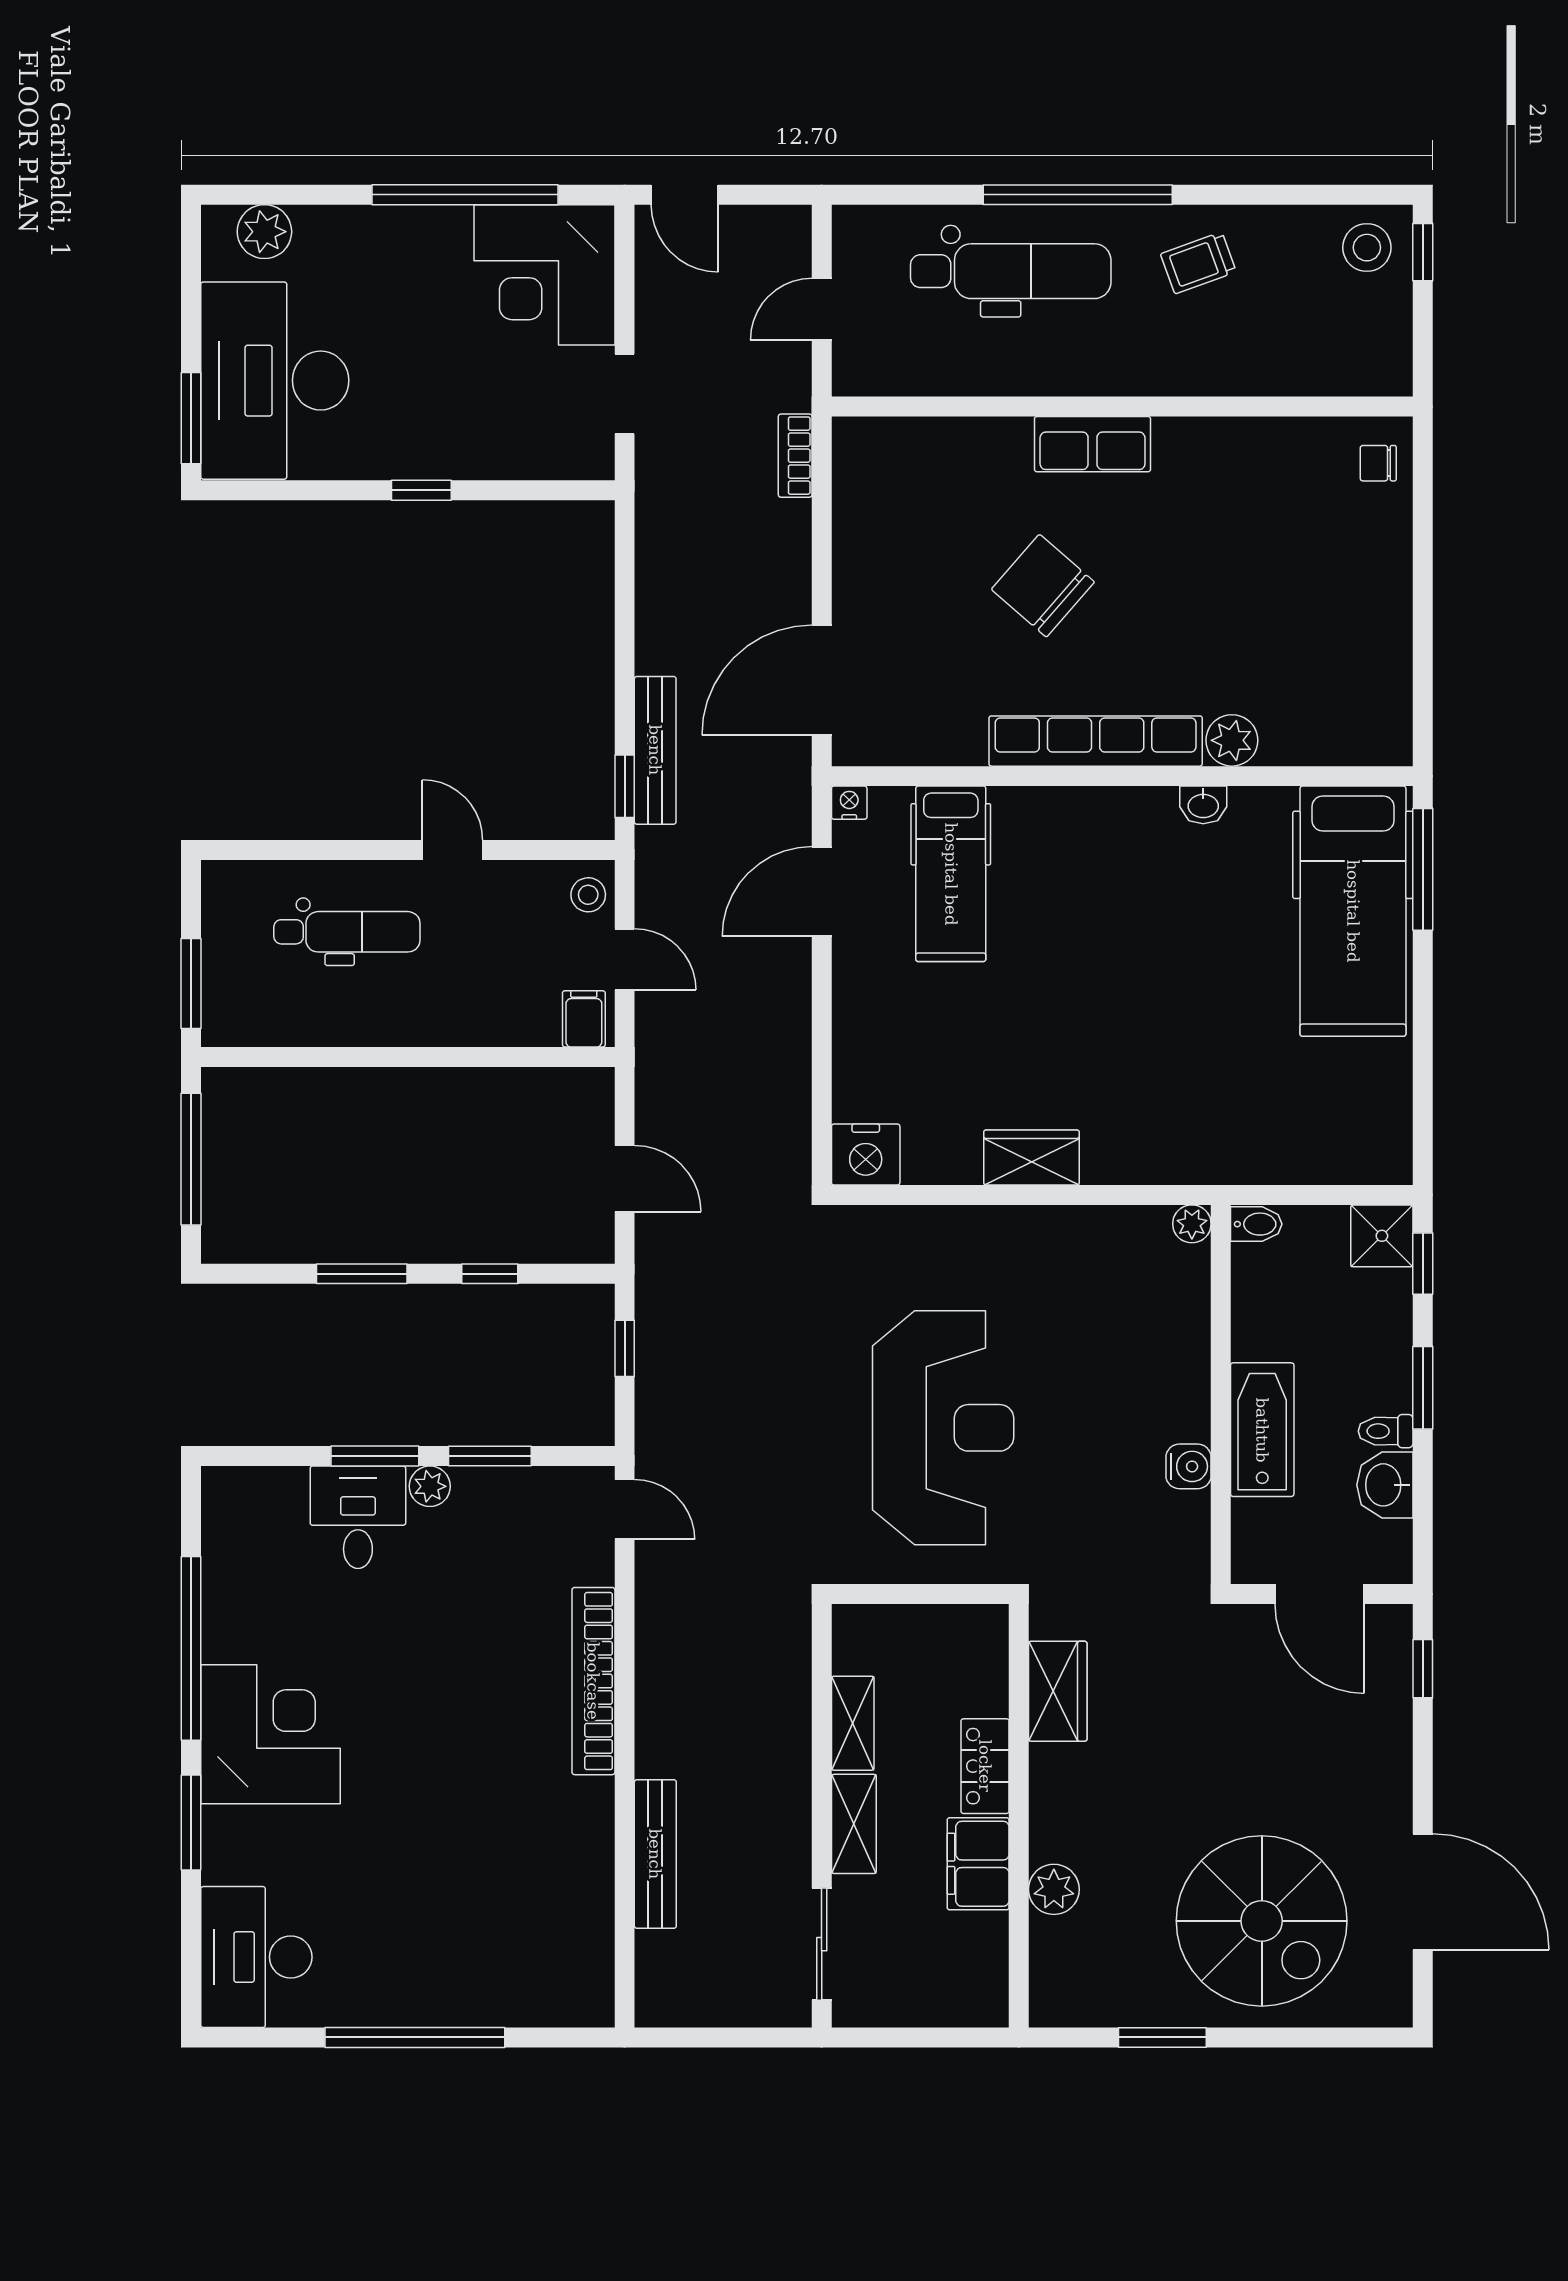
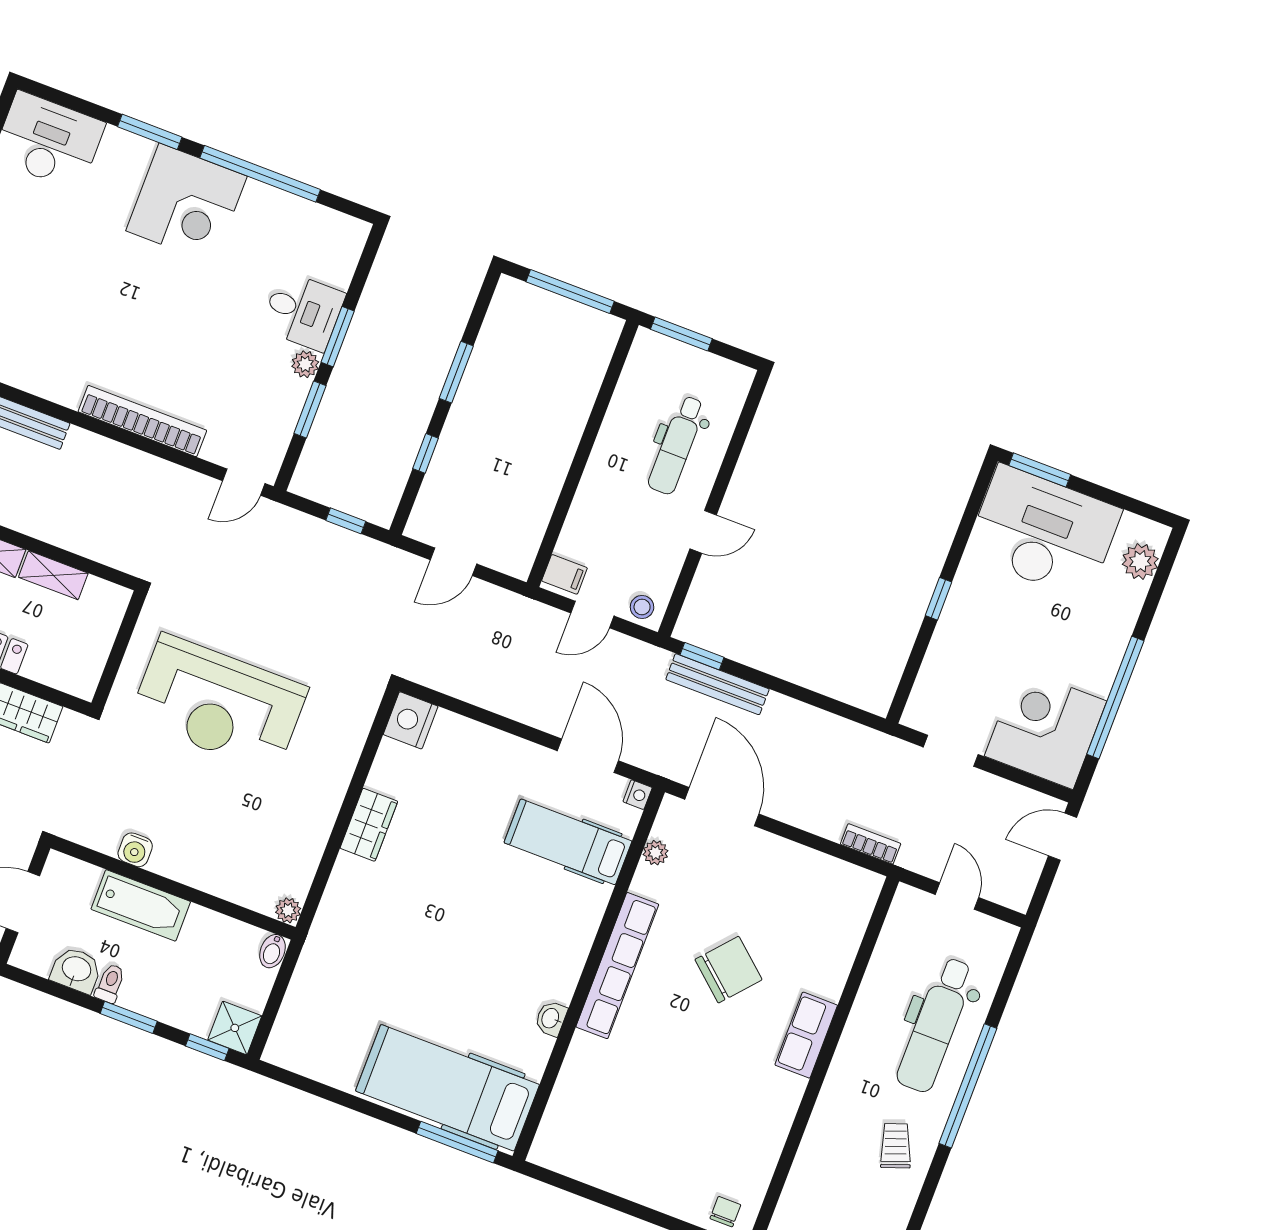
plant: (1232, 740) -> (656, 853), moved, width x0.73, depth x0.73

